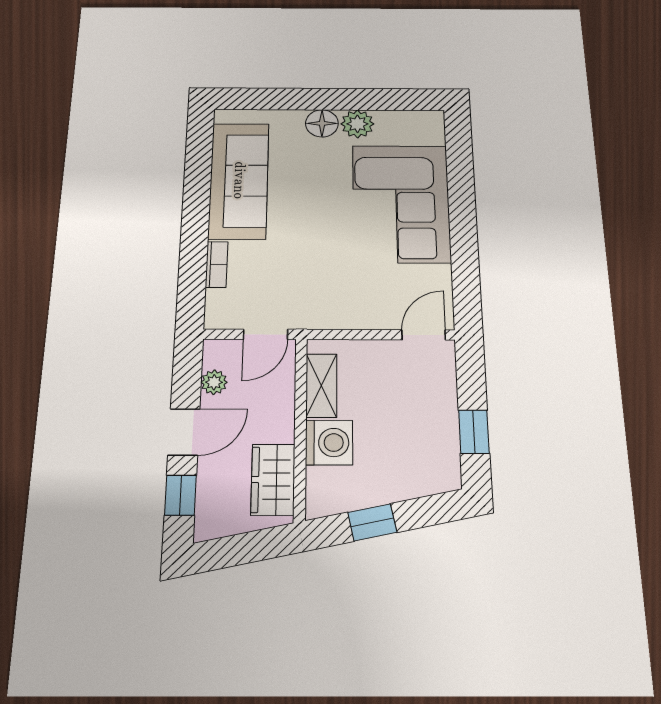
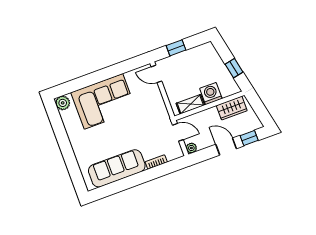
floor lamp: (322, 123) -> (78, 146), removed
plant: (357, 124) -> (63, 103), moved
plant: (214, 382) -> (191, 148), moved
window: (474, 432) -> (176, 48), moved

